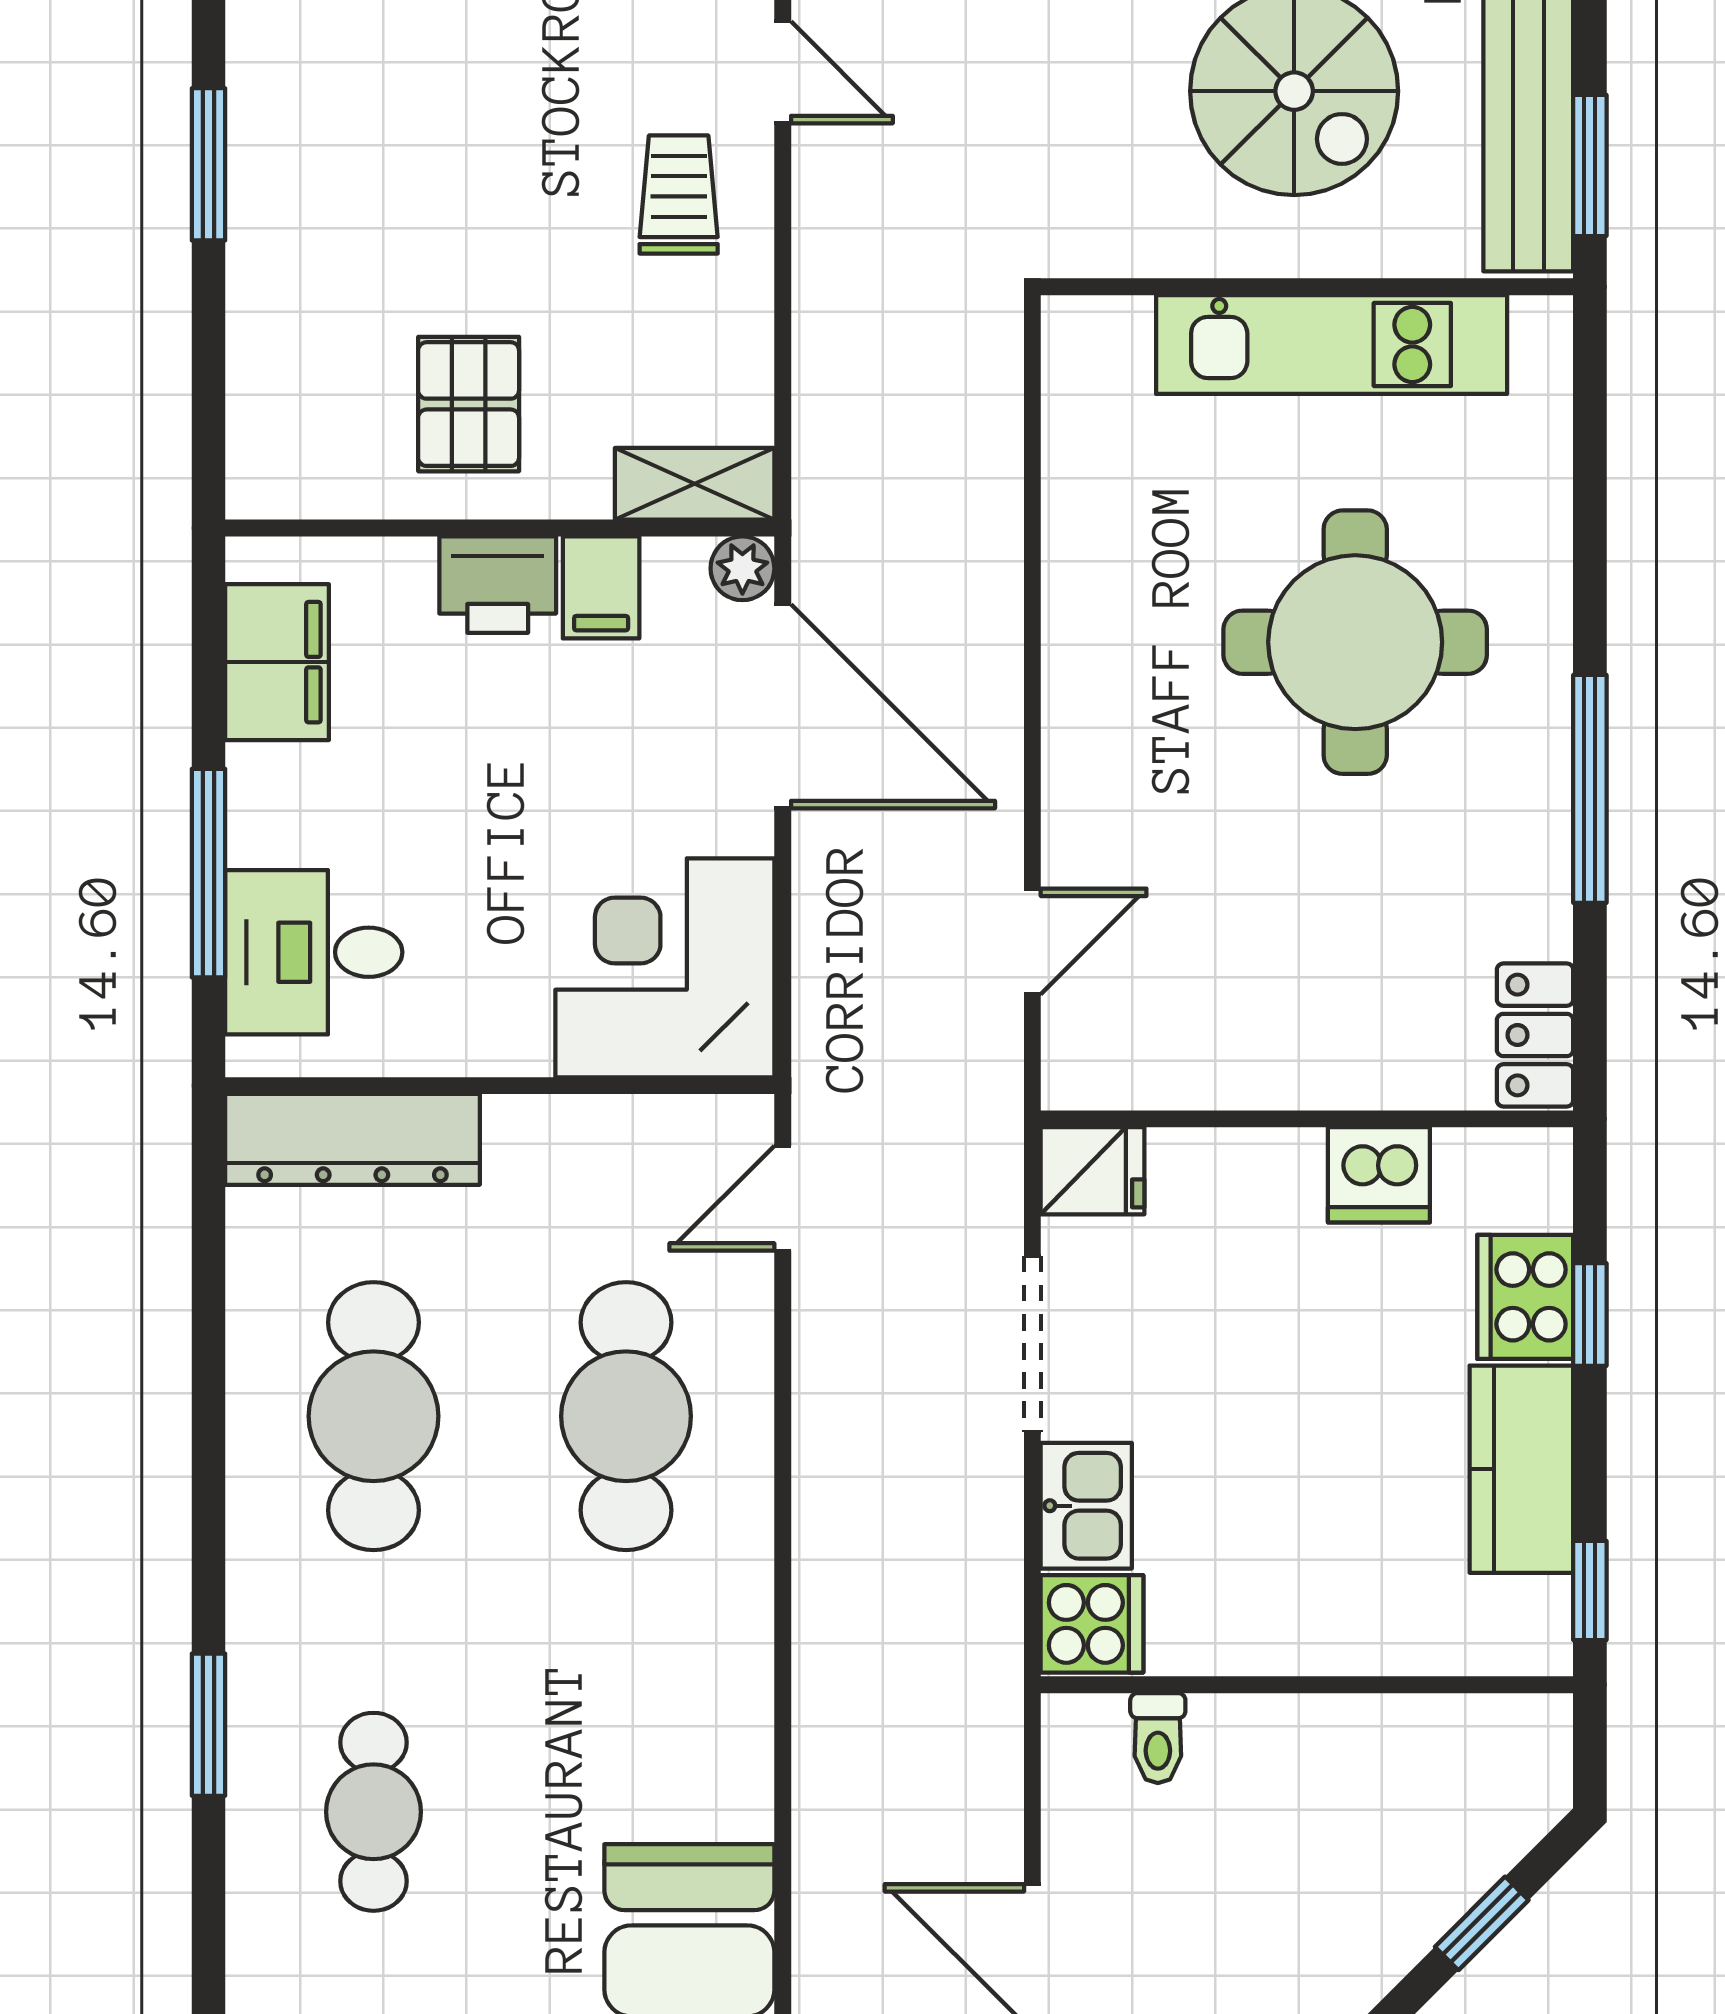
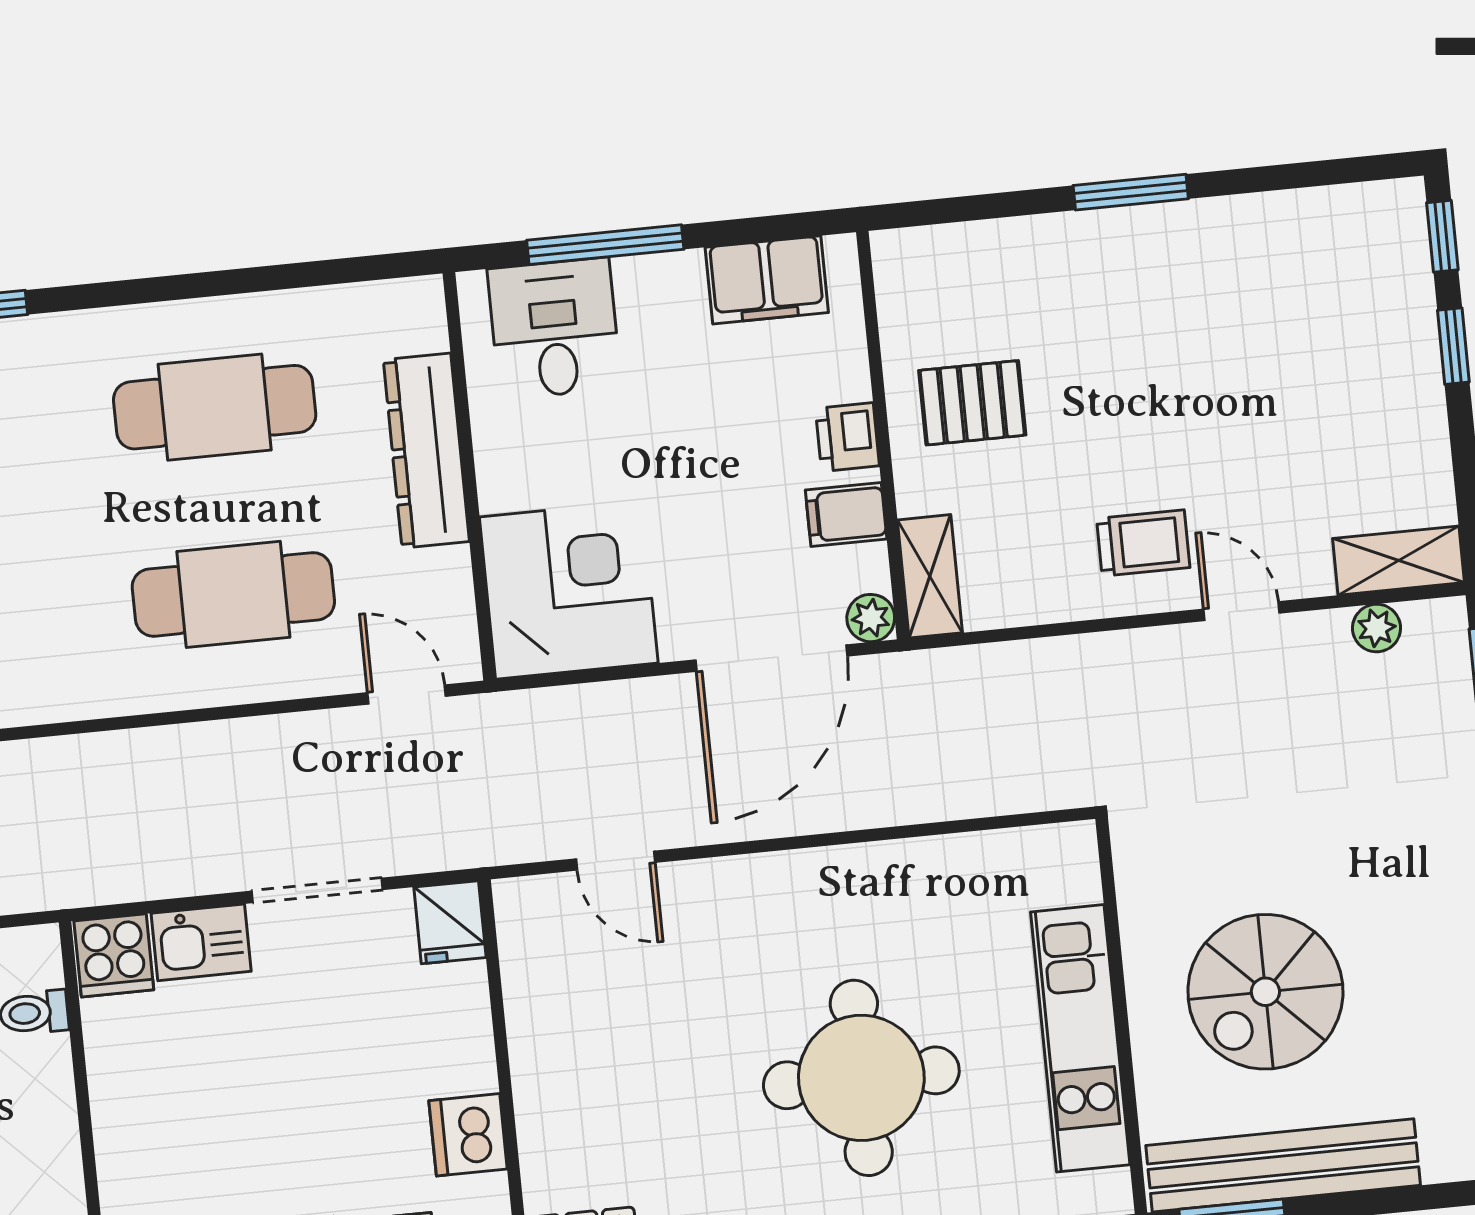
door: (783, 72) -> (1241, 611), swing flipped
printer: (498, 585) -> (847, 437), width x0.73, depth x0.81
dresser: (353, 1139) -> (426, 451), moved

